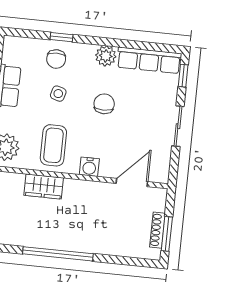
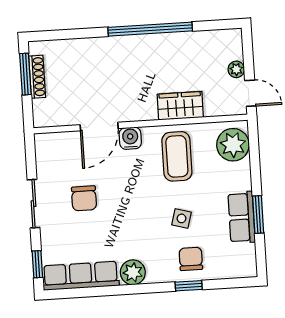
chair: (104, 104) -> (84, 198), moved
door: (132, 182) -> (99, 127), moved

